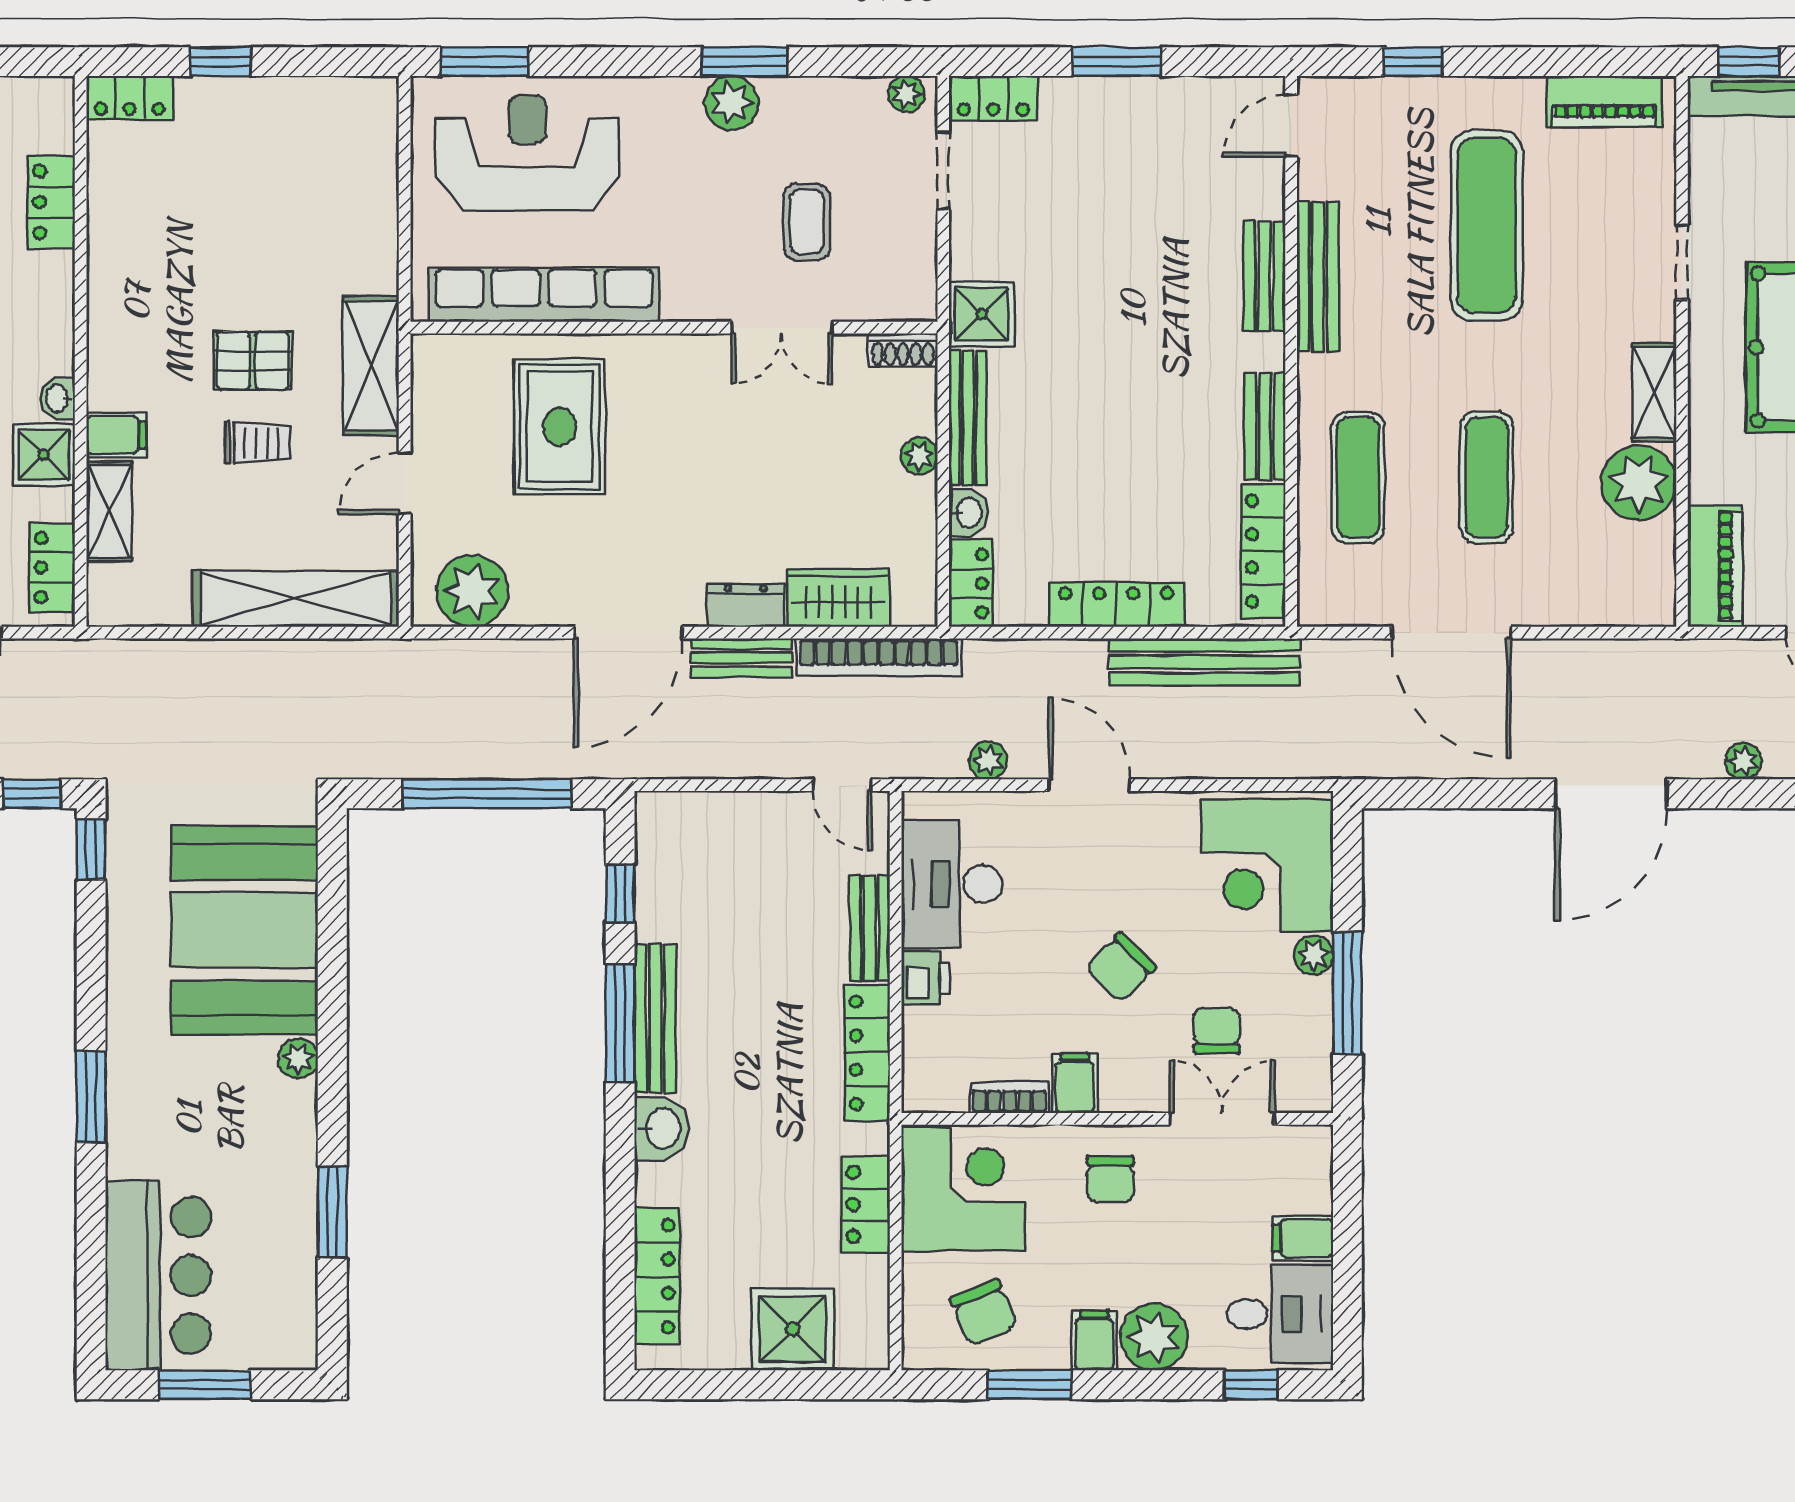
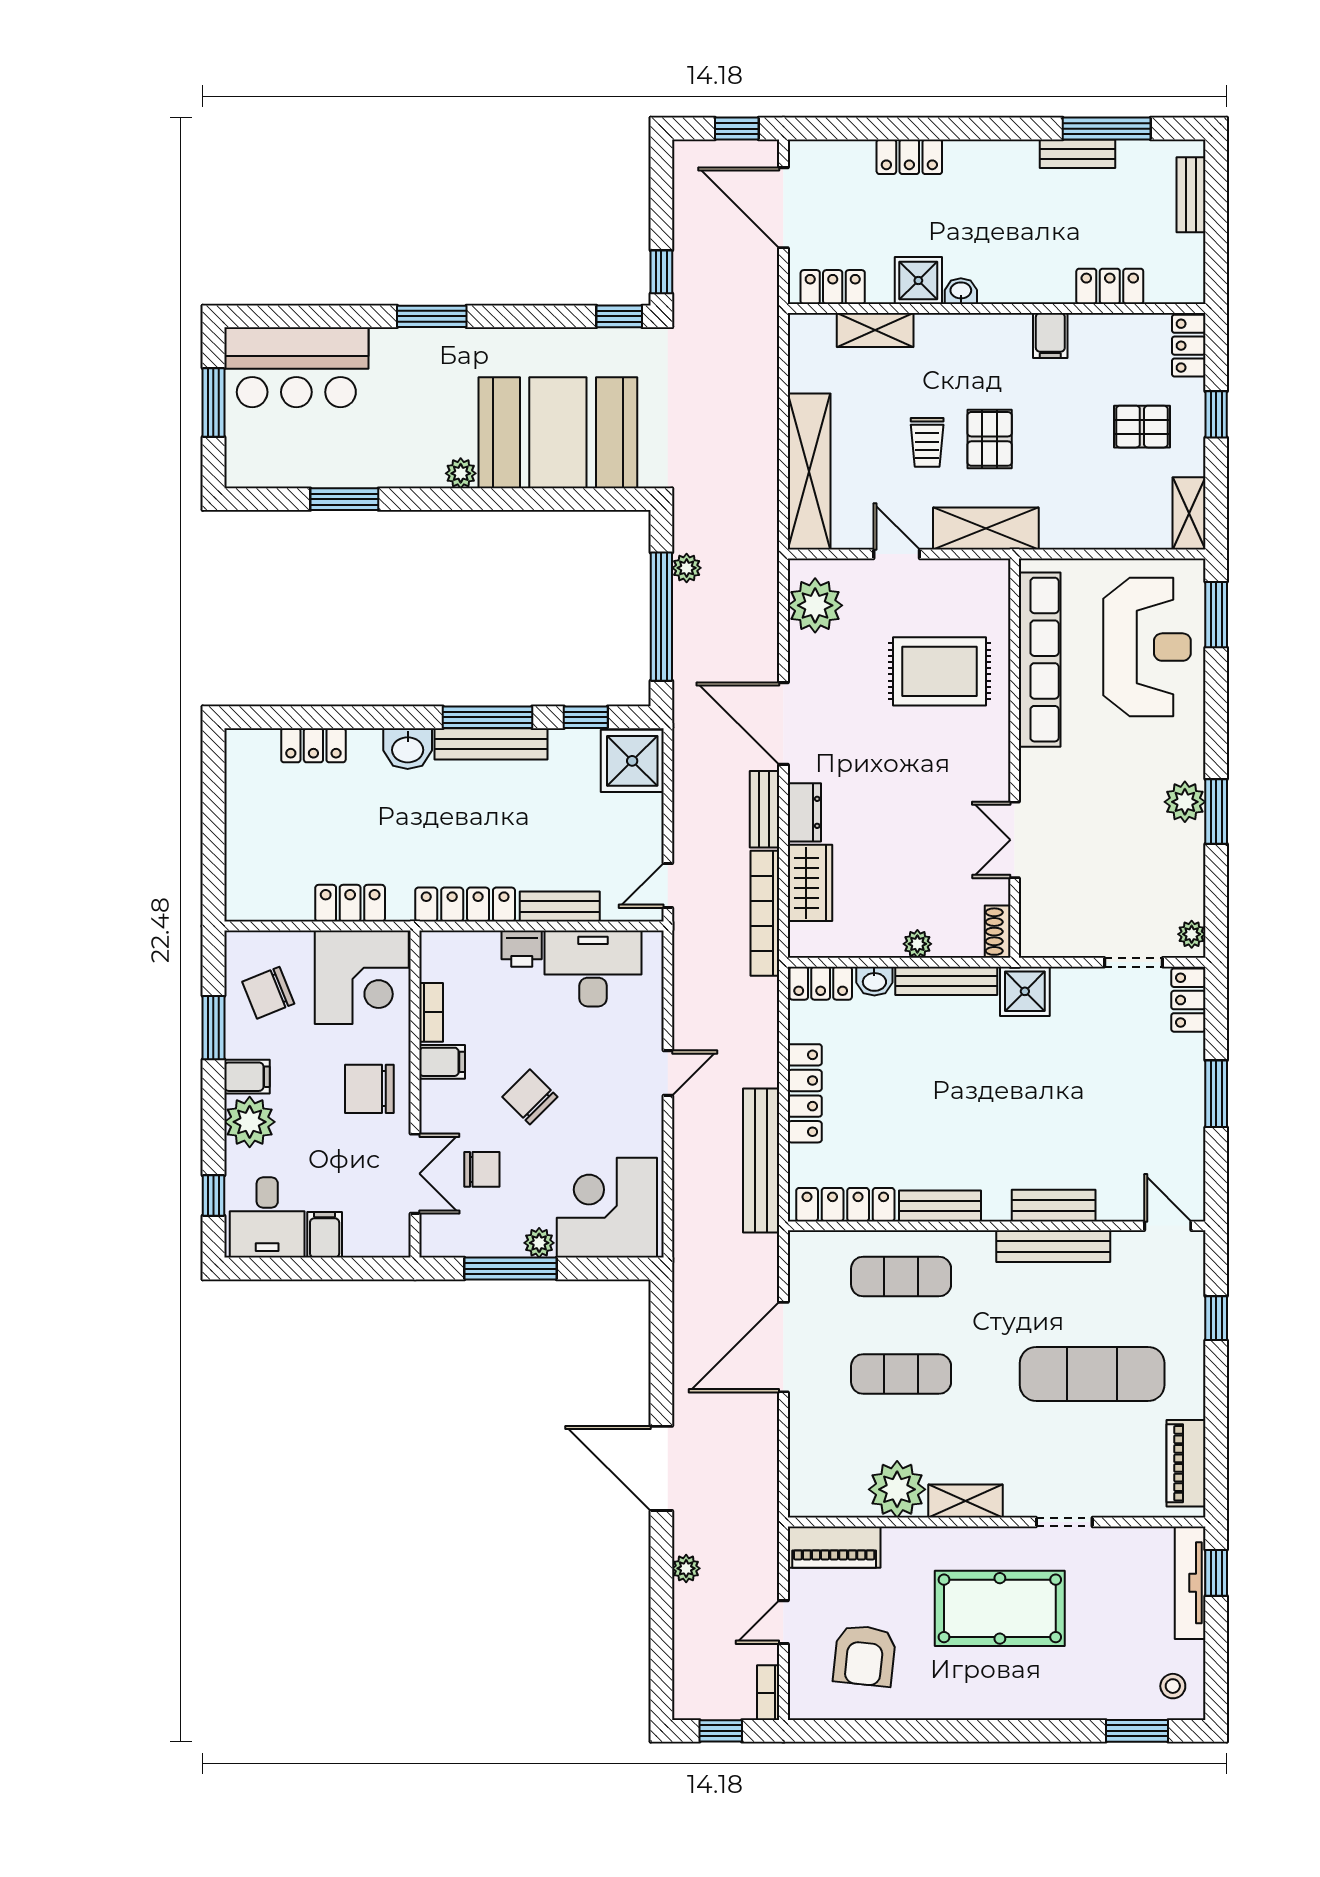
shelving: (351, 97) -> (1189, 513), added
pallet: (236, 160) -> (1142, 427), added
coffee table: (807, 222) -> (1095, 859), removed
filing cabinet: (116, 435) -> (1050, 336), moved
plant: (988, 760) -> (687, 568), moved
door: (1089, 785) -> (668, 1073), width x0.73
chair: (1110, 1179) -> (369, 1089), width x1.37, depth x1.37
locker: (657, 1276) -> (313, 745), width x0.66
shower: (793, 1329) -> (632, 761), moved

